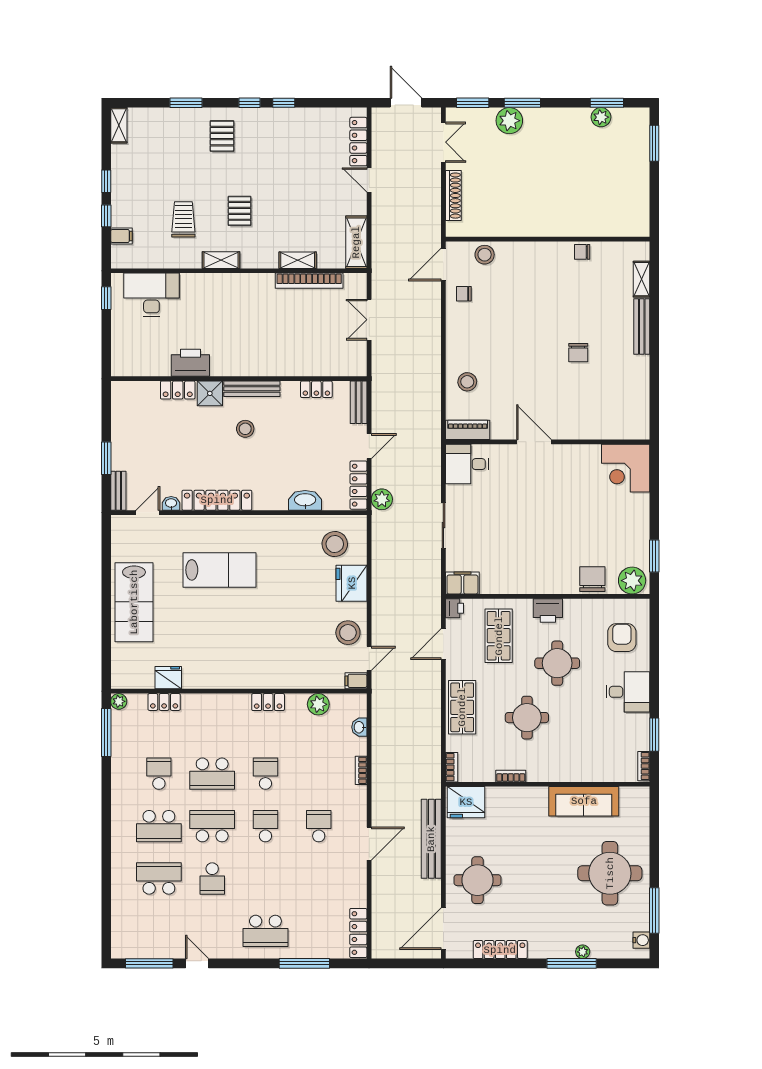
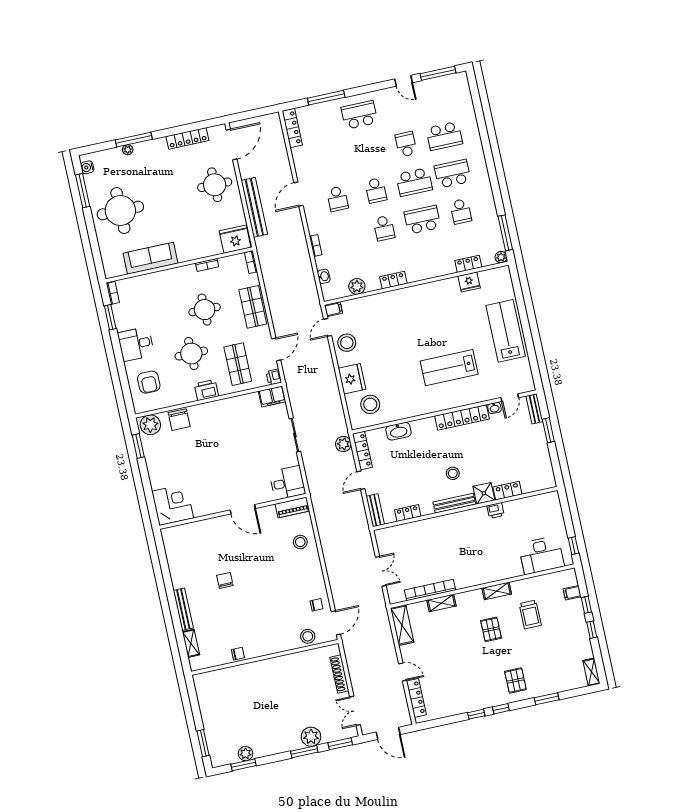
printer: (190, 363) -> (496, 510), width x0.53, depth x0.68

